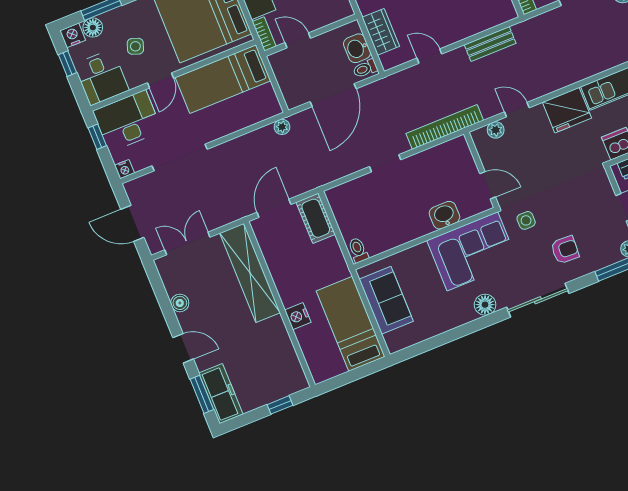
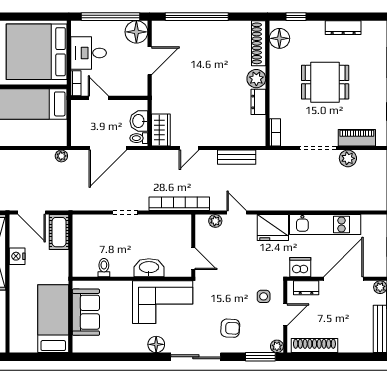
wardrobe: (381, 32) -> (161, 130), moved
door: (429, 56) -> (189, 148), swing flipped
door: (274, 208) -> (32, 213), swing flipped
washbasin: (444, 215) -> (149, 268), width x1.38
side table: (526, 220) -> (264, 296), moved
toilet: (358, 250) -> (104, 268), moved
nightstand: (298, 316) -> (17, 256), moved

